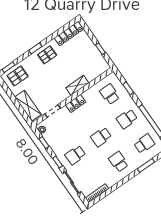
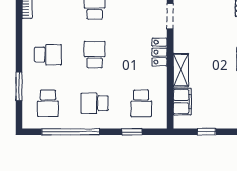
filing cabinet: (93, 73) -> (182, 102), added
school desk: (110, 94) -> (141, 103), turned 90
school desk: (127, 119) -> (95, 103), turned -90

